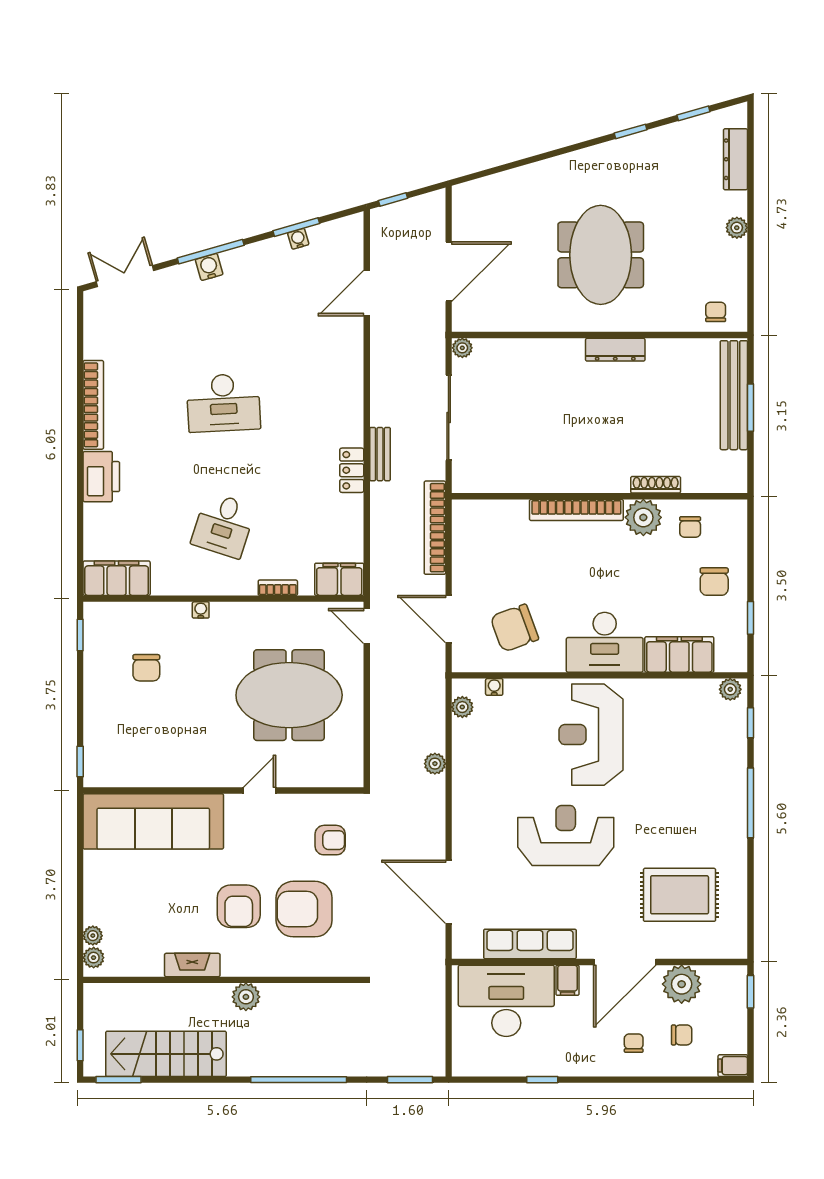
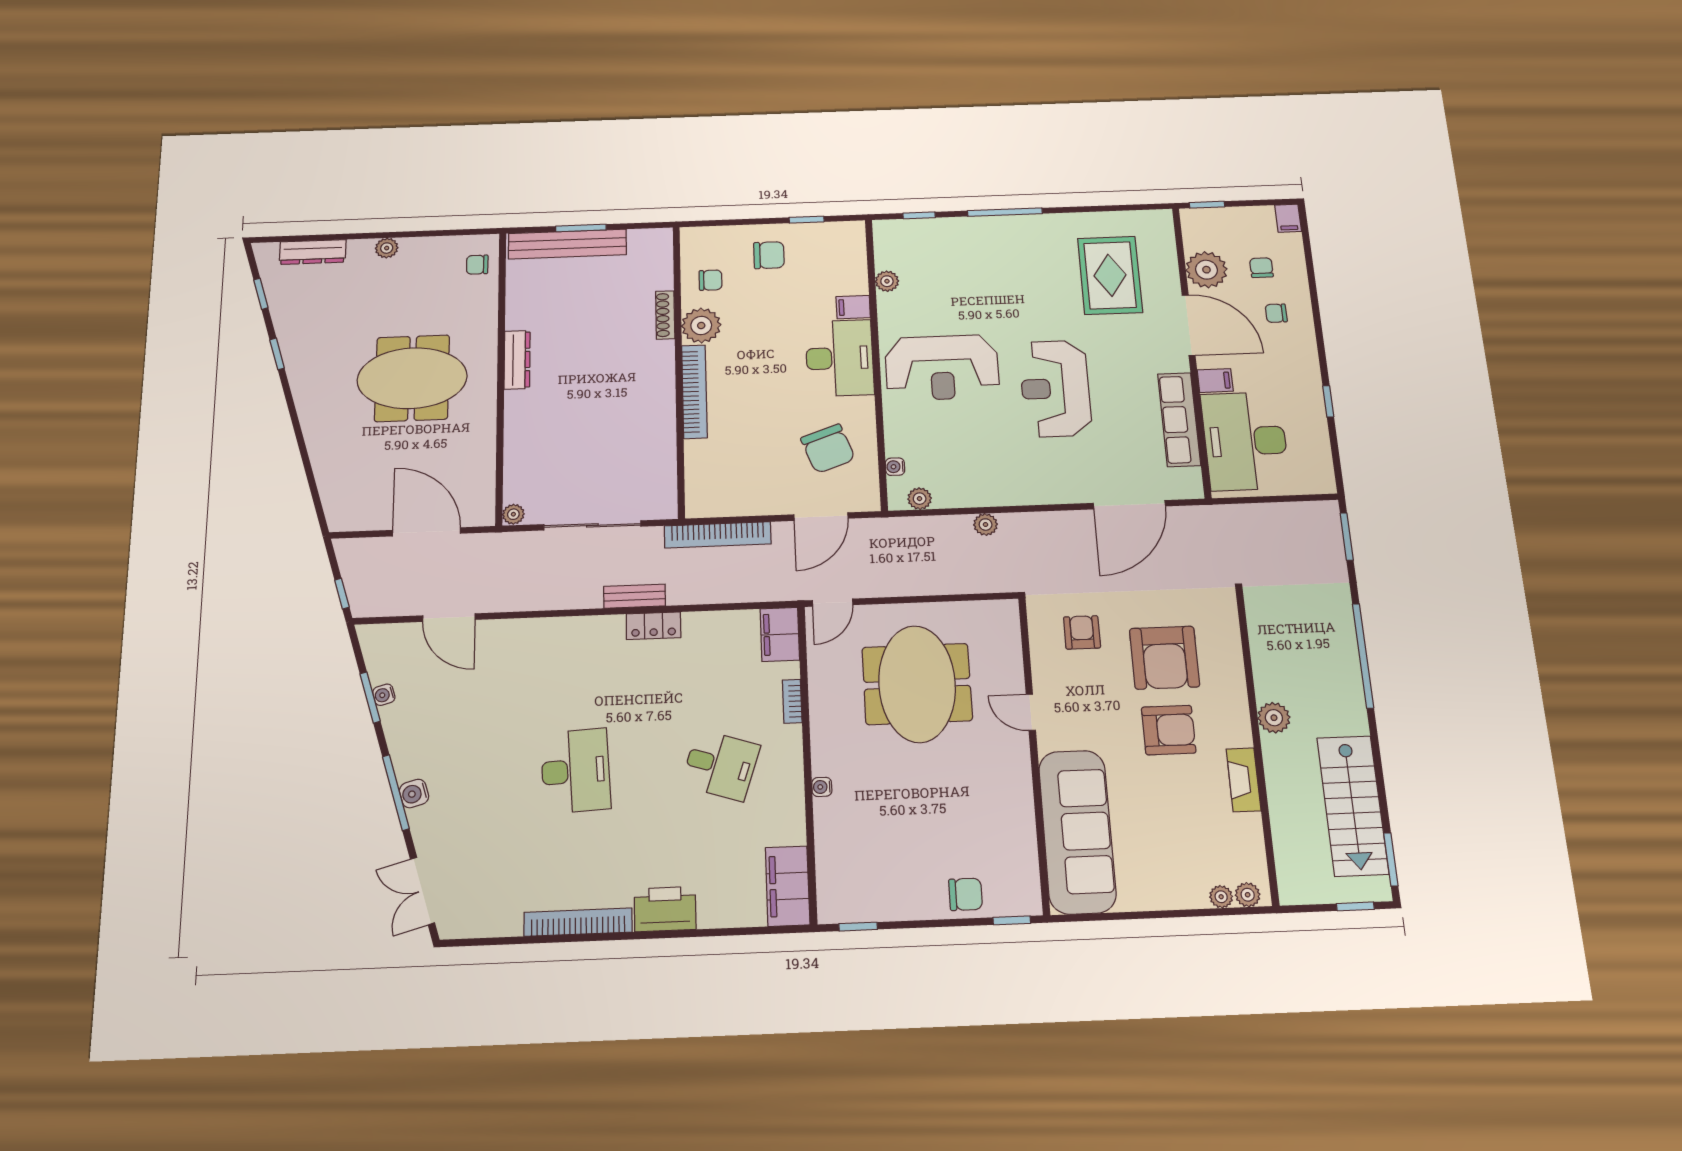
filing cabinet: (679, 654) -> (853, 307), width x0.33, depth x0.86
chair: (146, 668) -> (966, 894), moved
plant: (730, 689) -> (887, 281), moved

